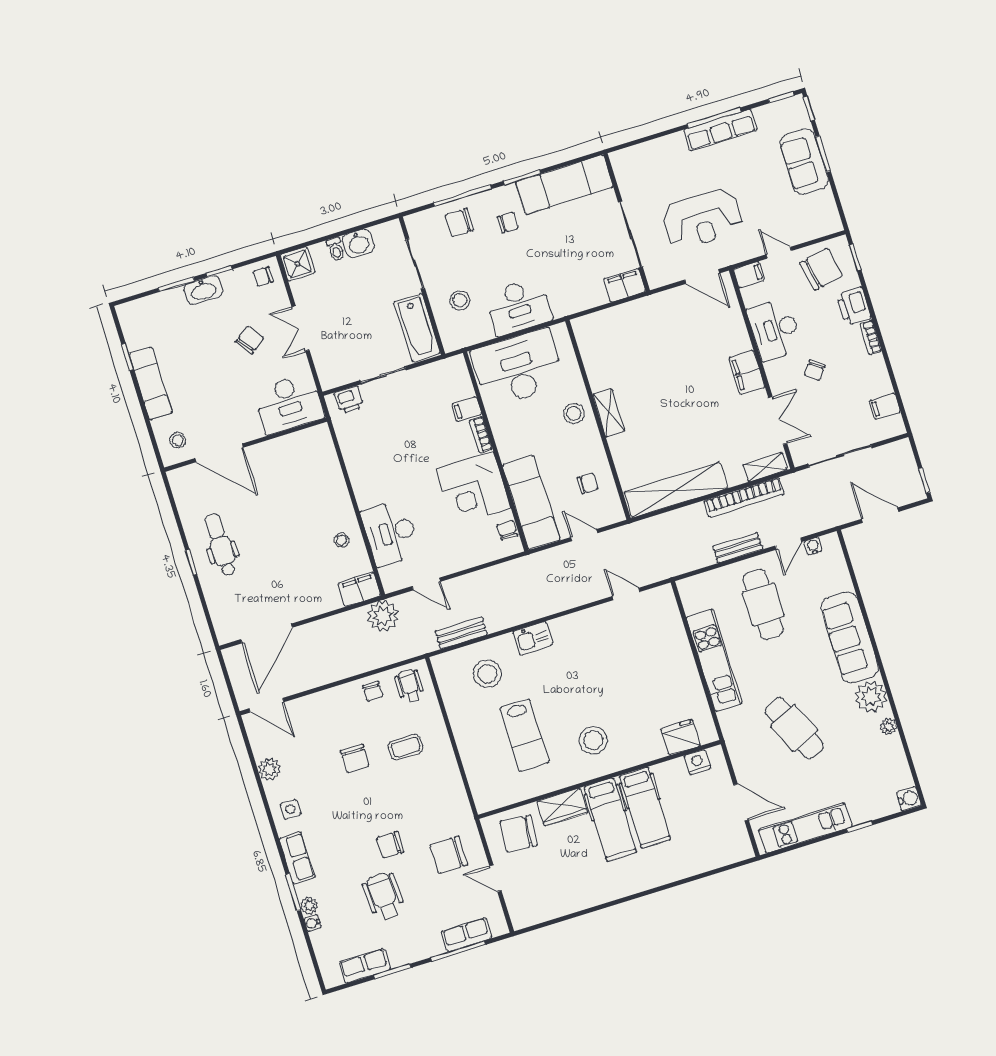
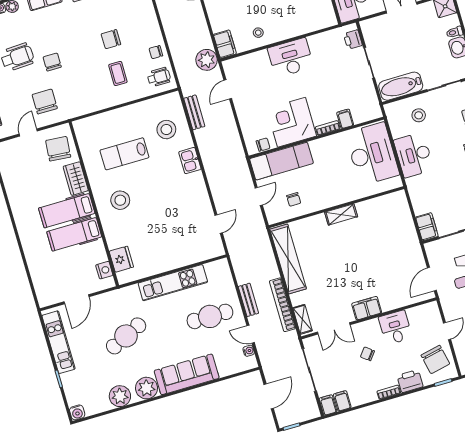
filing cabinet: (749, 275) -> (328, 405), moved, turned 180
desk: (775, 329) -> (395, 328), width x0.73
stool: (574, 414) -> (341, 191), removed
desk: (390, 533) -> (291, 58), moved
plant: (888, 727) -> (120, 396), width x1.87, depth x1.87

